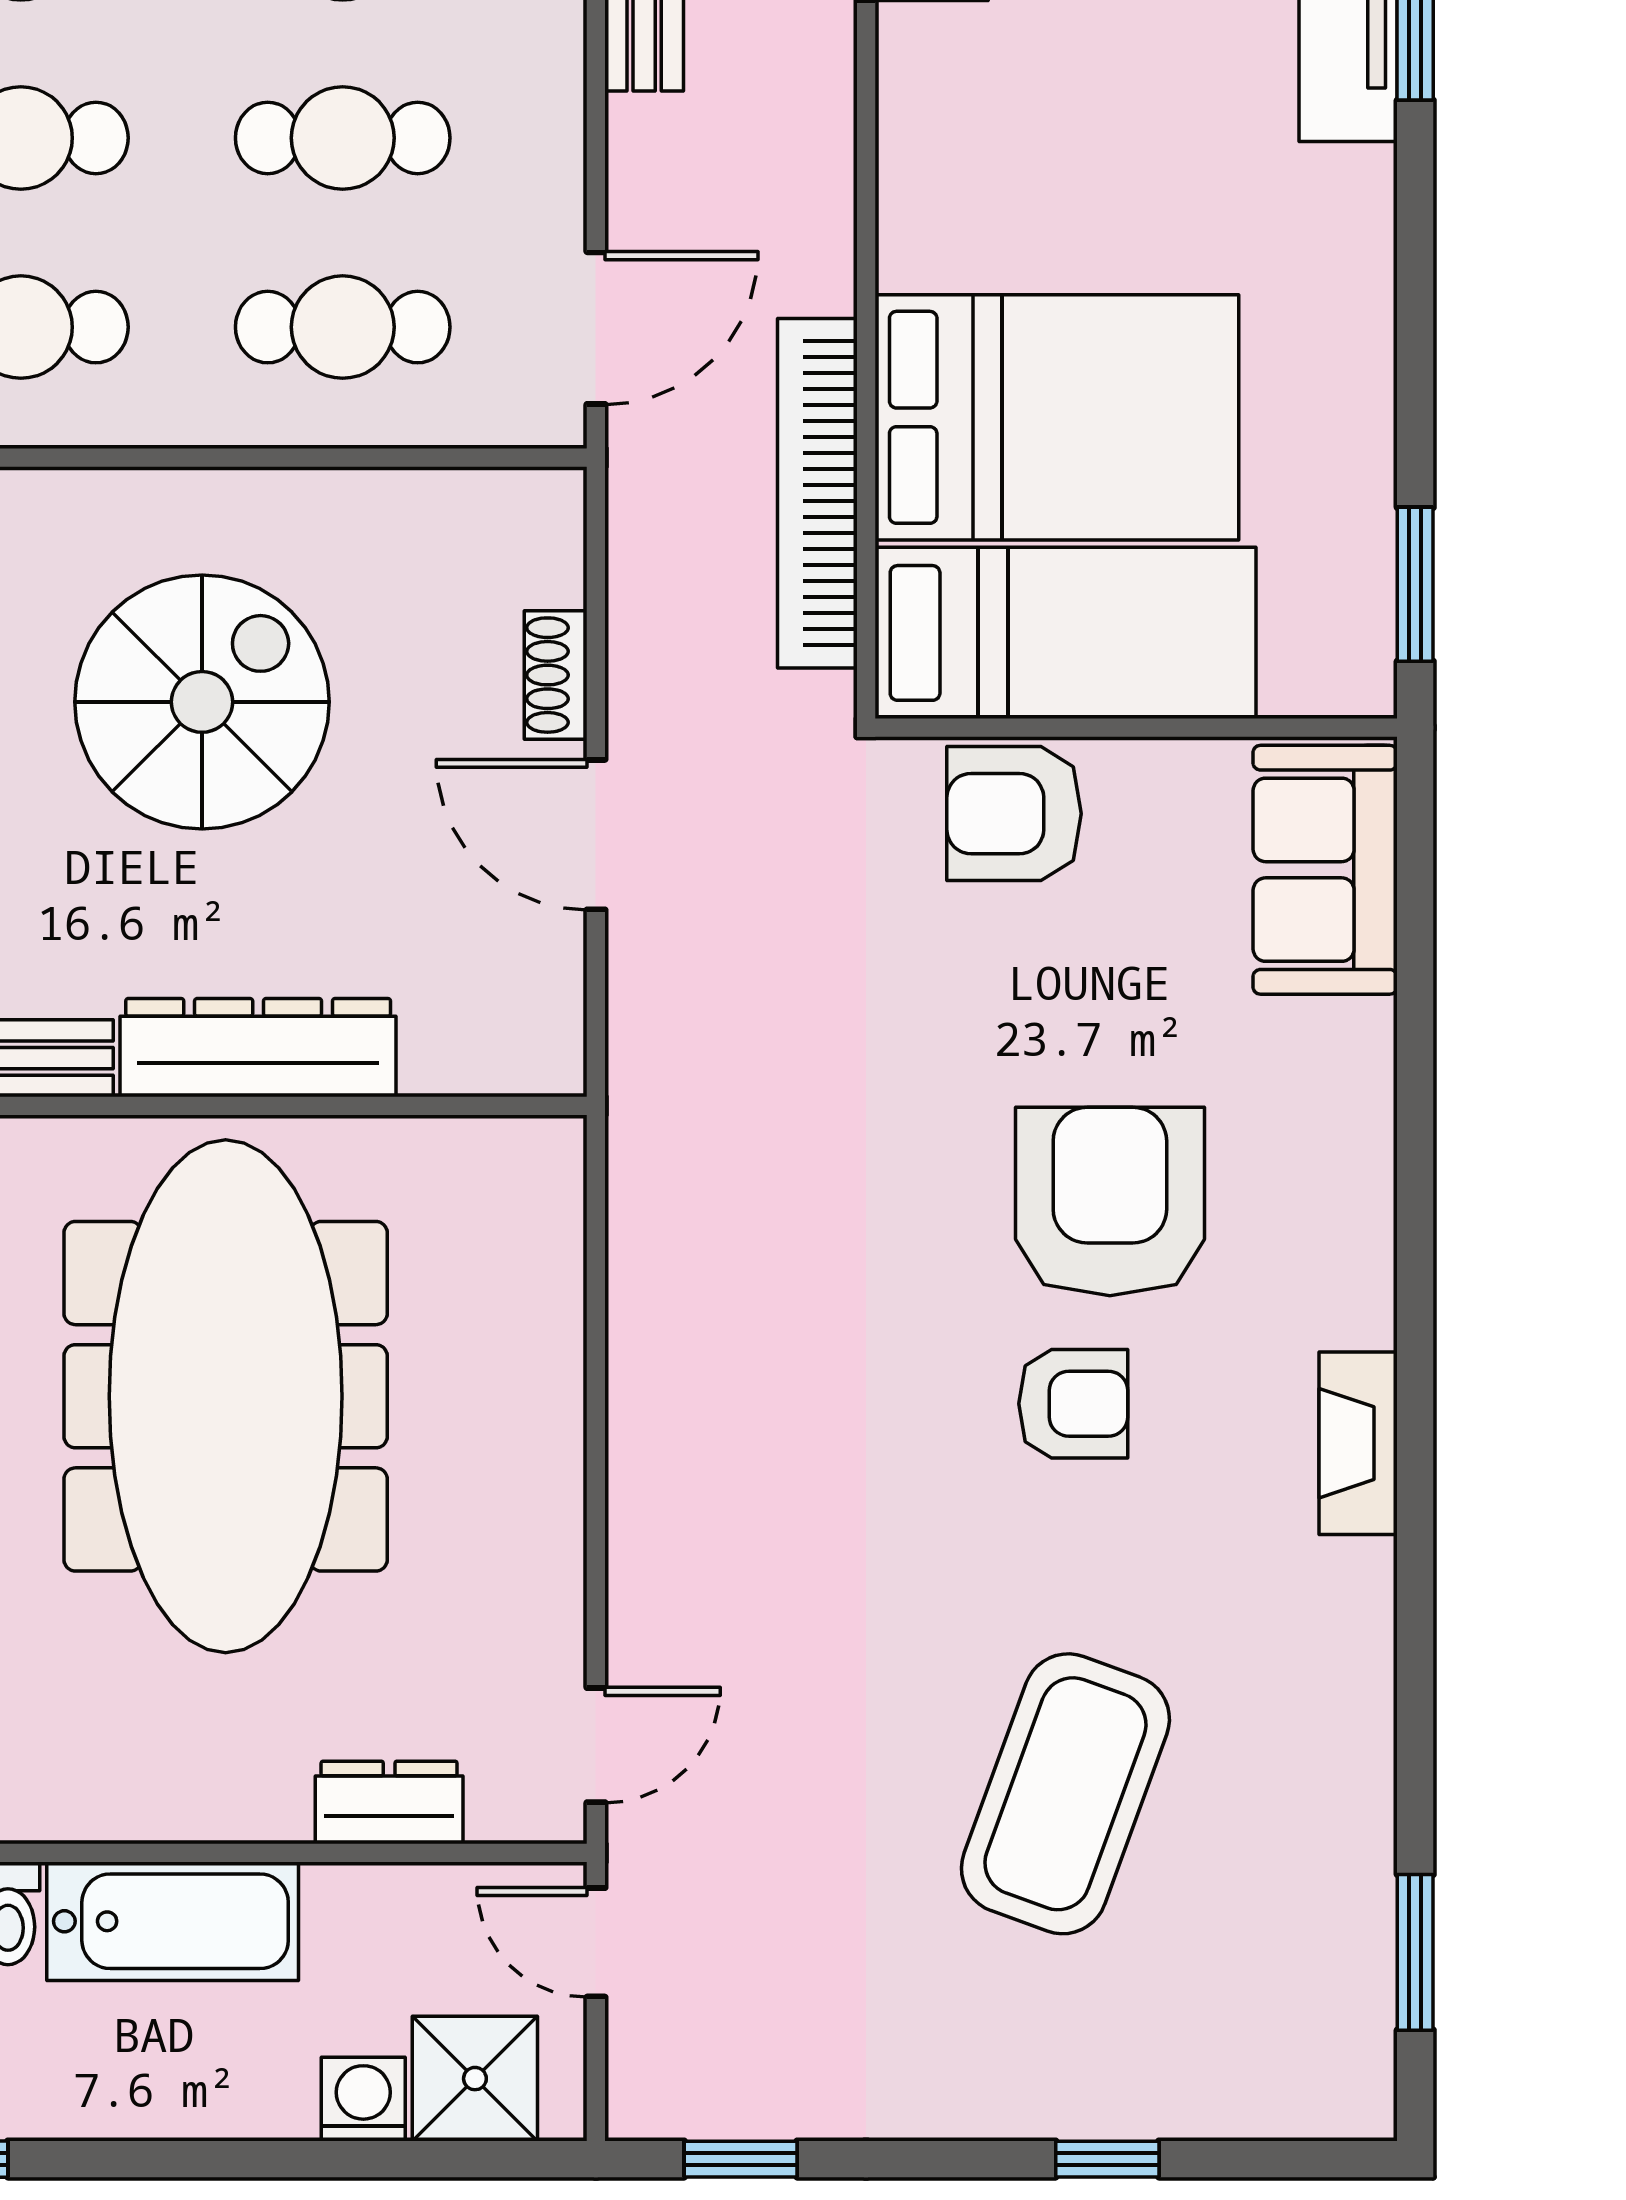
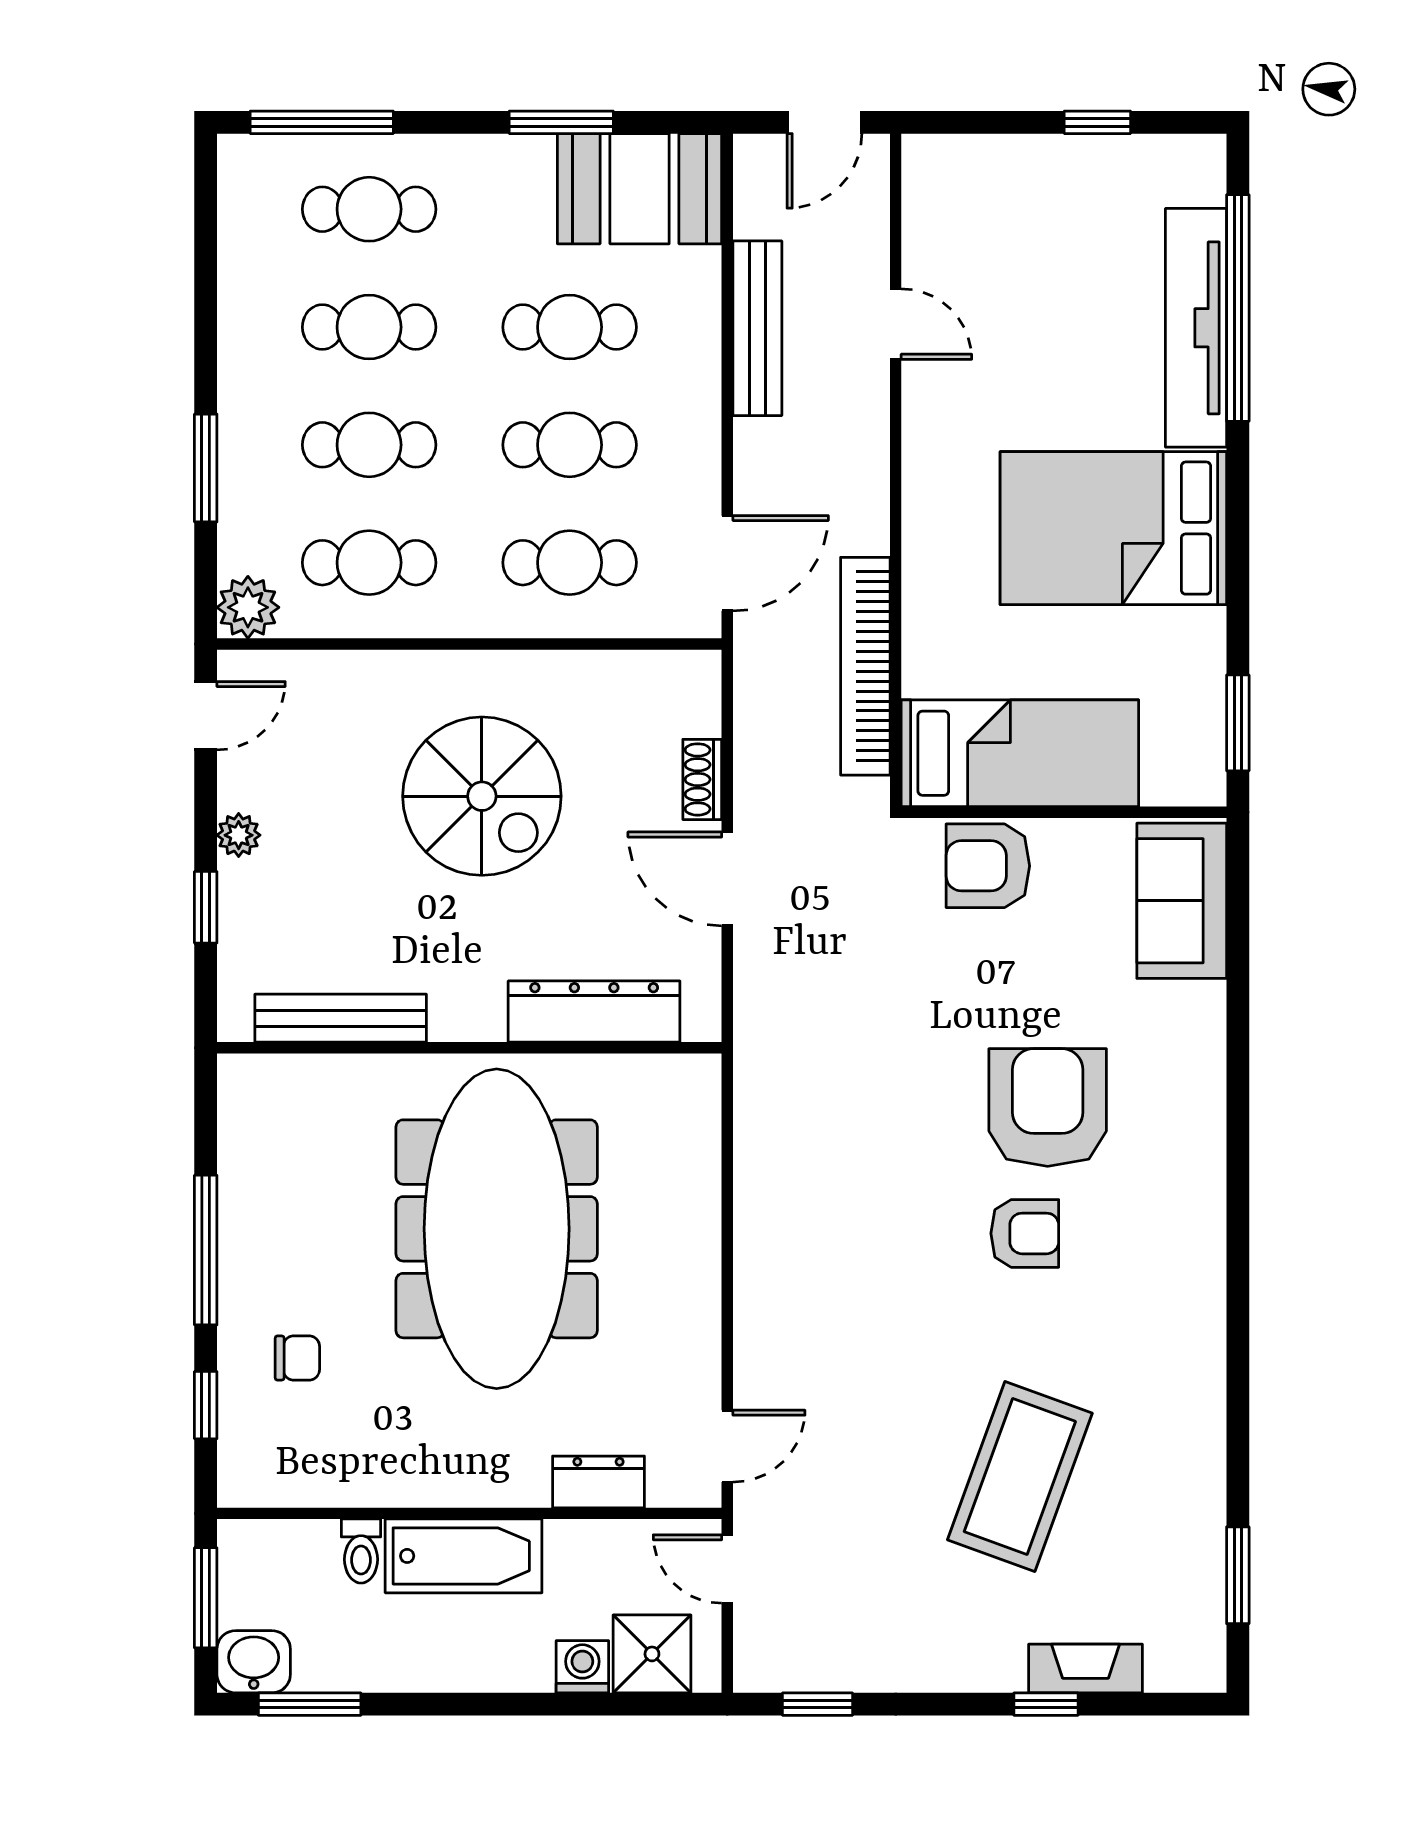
bed: (1057, 417) -> (1113, 528), moved, turned 180
spiral stairs: (202, 702) -> (482, 796), turned 90
dresser: (258, 1048) -> (594, 1012), moved
fireplace: (1358, 1443) -> (1086, 1669), moved, turned 90

